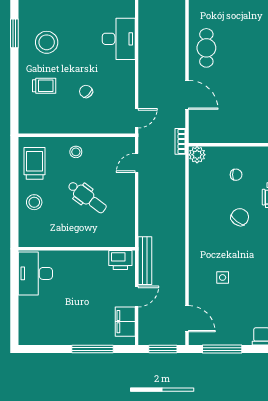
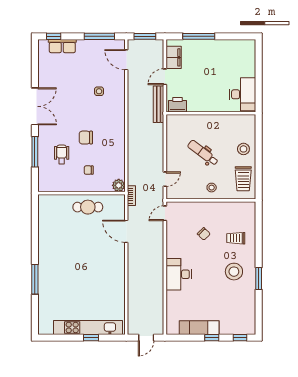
cafe table: (206, 48) -> (88, 207), moved, turned 90
chair: (240, 217) -> (86, 138), turned 53

